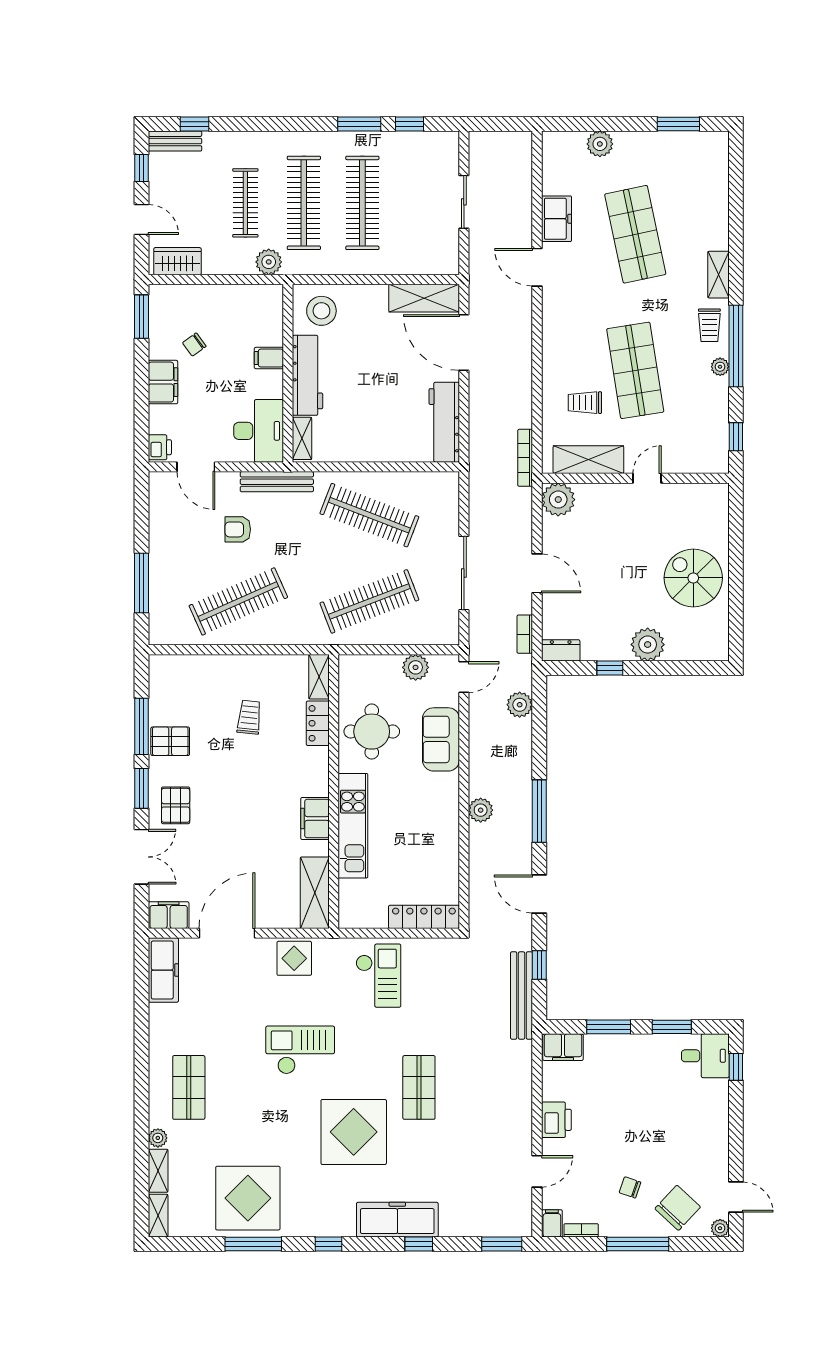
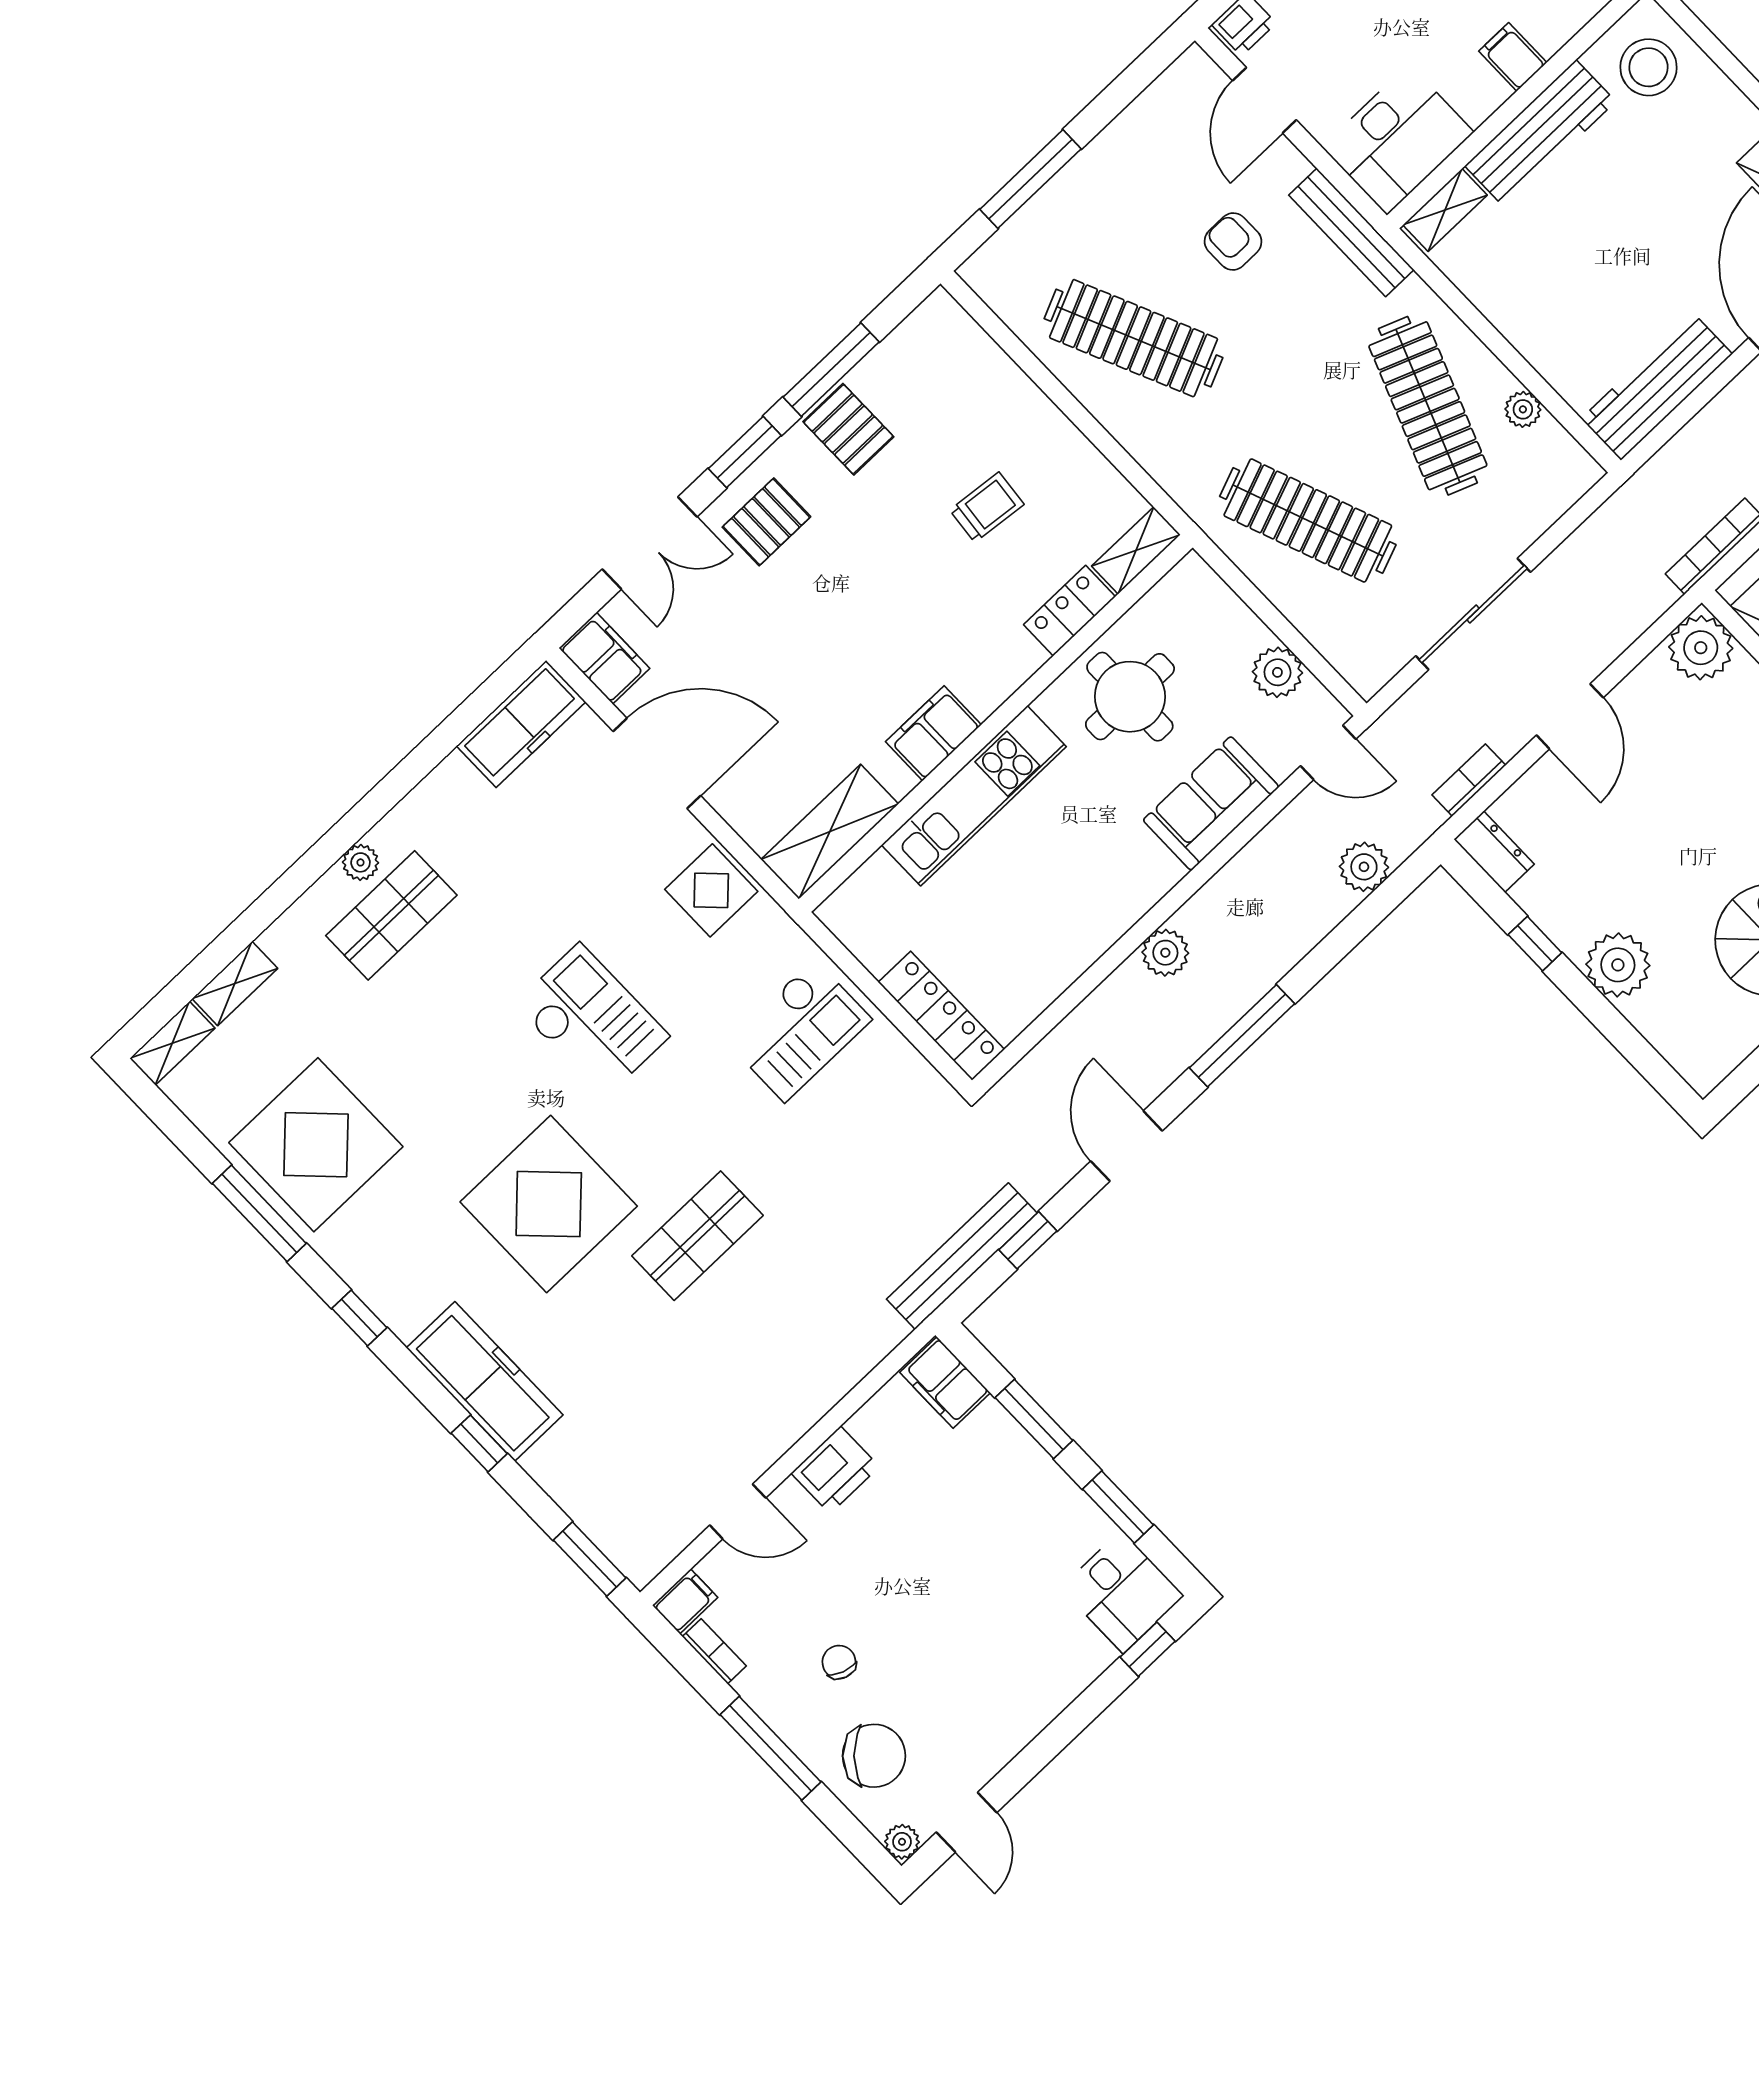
plant: (405, 481) -> (1523, 409), added
plant: (158, 1138) -> (361, 862), moved

